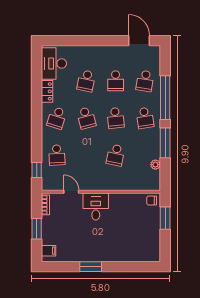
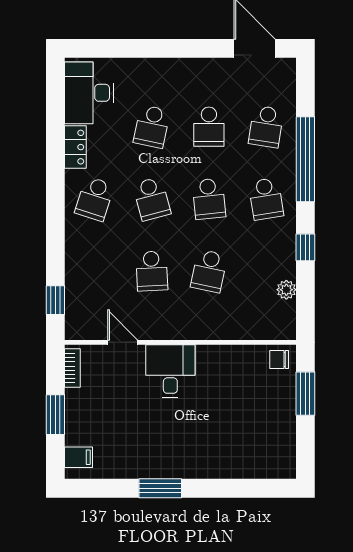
window: (165, 143) -> (305, 247), width x0.46
school desk: (57, 155) -> (152, 271), moved

